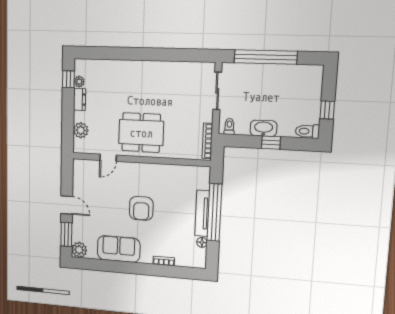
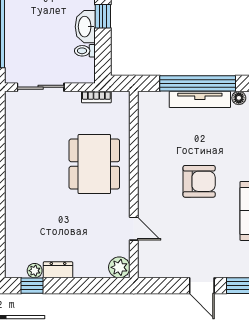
toilet: (229, 126) -> (85, 51), moved
plant: (81, 130) -> (119, 267), moved
dining table: (141, 133) -> (94, 164), moved
bookcase: (207, 141) -> (96, 97), width x0.64
door: (67, 205) -> (202, 286), swing flipped

